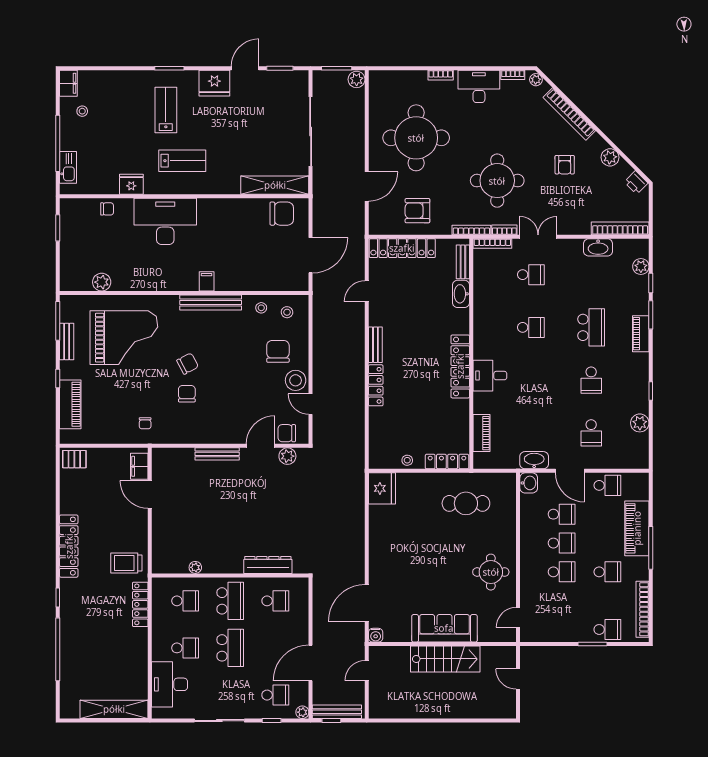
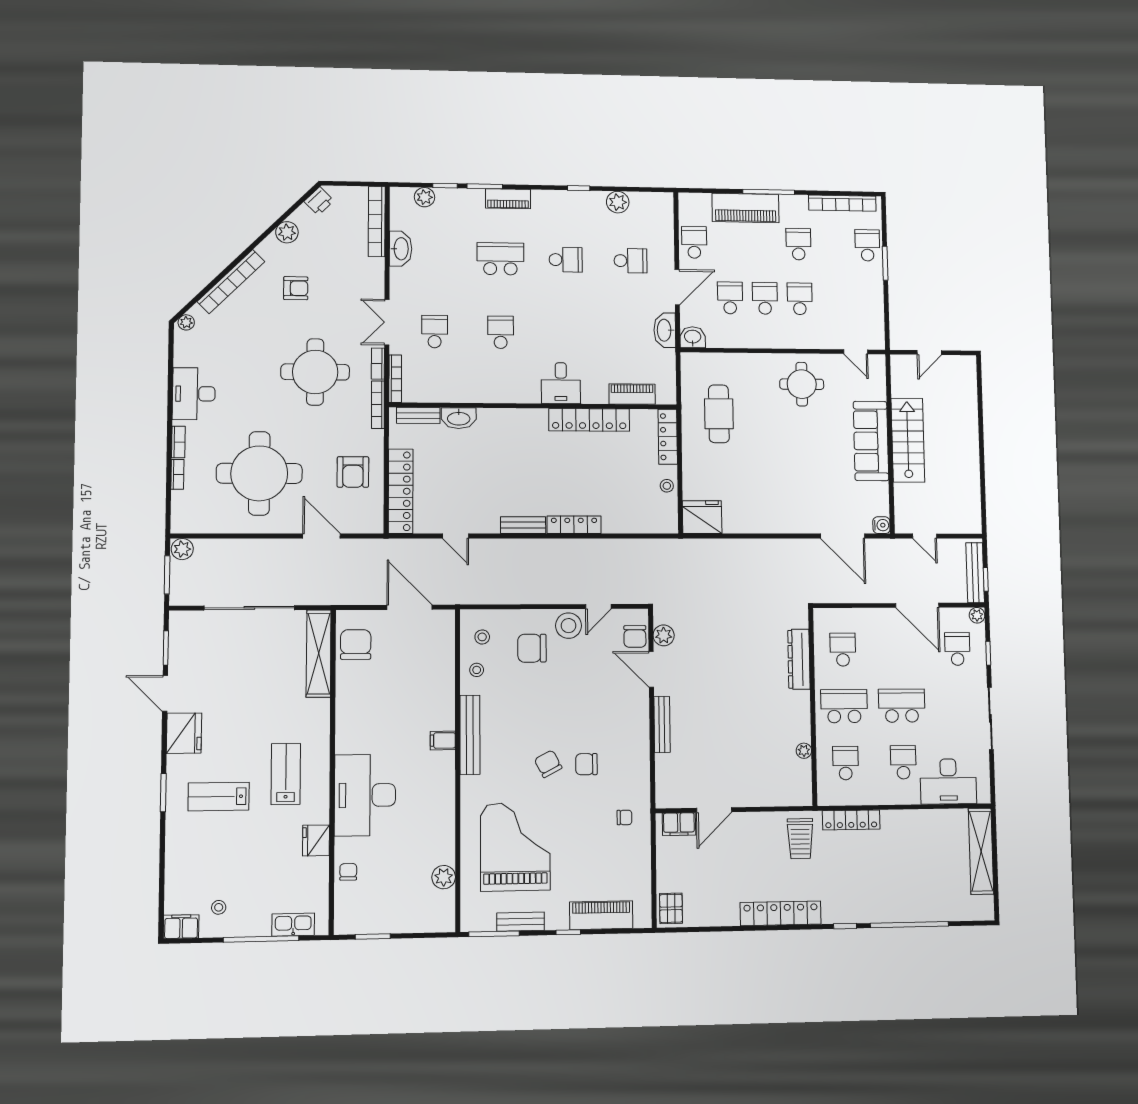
bookcase: (513, 75) -> (177, 474), moved
locker: (460, 366) -> (589, 420), moved

